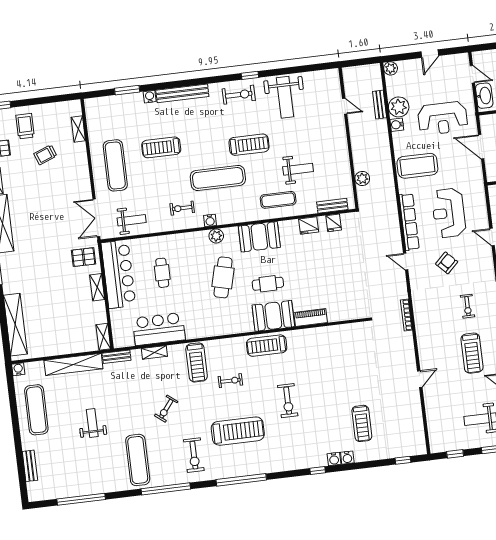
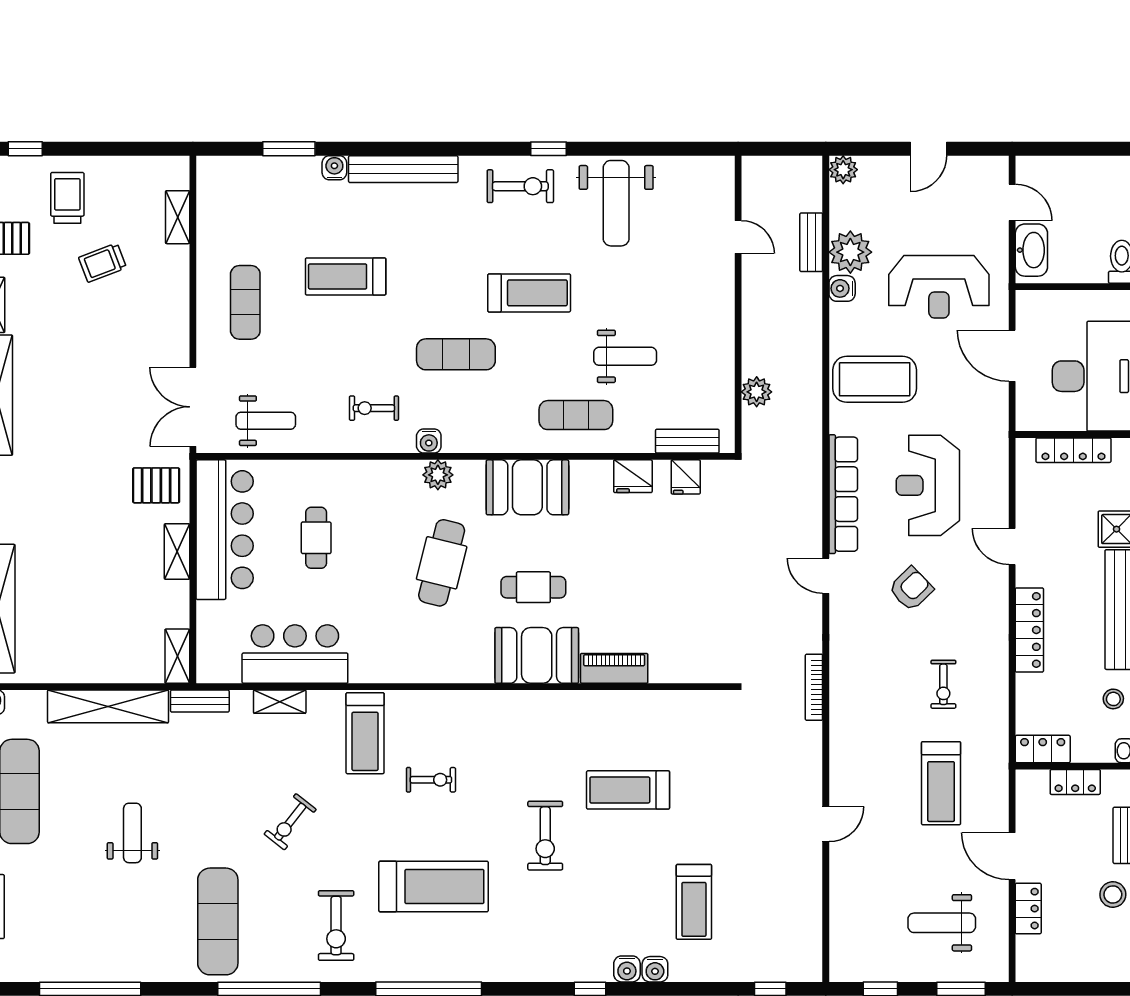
exercise mat: (115, 165) -> (245, 302), width x0.73, depth x0.69
exercise mat: (218, 178) -> (456, 354), width x0.73, depth x0.69
treadmill: (267, 346) -> (628, 790), moved

